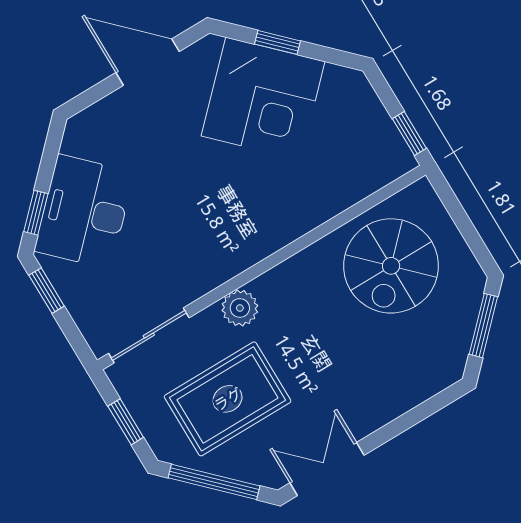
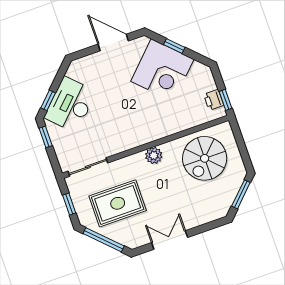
printer: (384, 139) -> (214, 100), added
plant: (240, 308) -> (154, 155), moved
double door: (327, 469) -> (170, 240), moved

